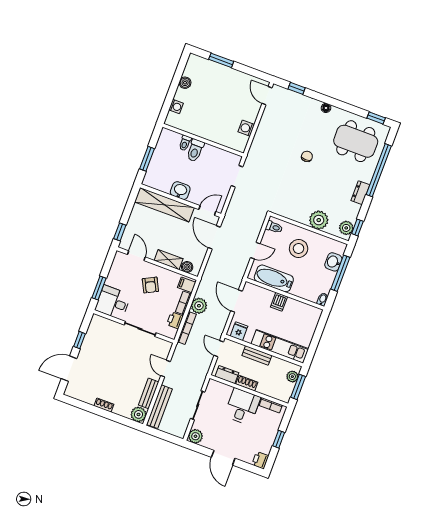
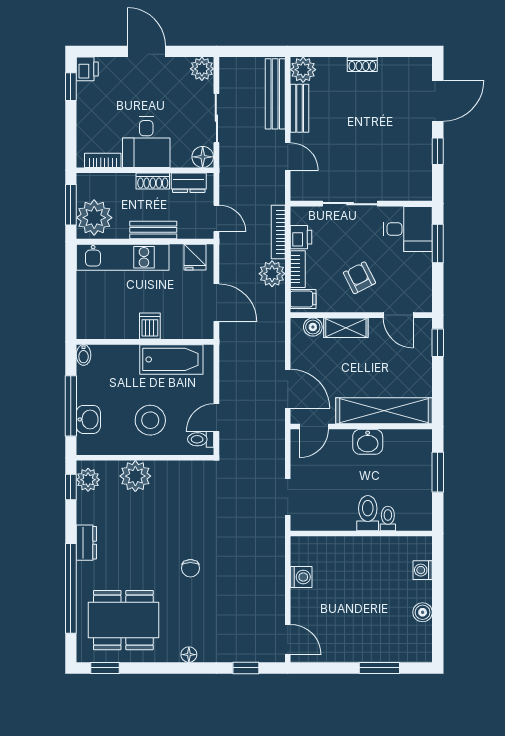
door: (255, 251) -> (216, 418), moved
plant: (292, 377) -> (94, 218), width x1.87, depth x1.87
floor lamp: (214, 386) -> (203, 157), added
window: (279, 439) -> (71, 87), moved

